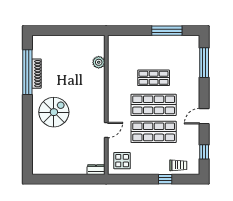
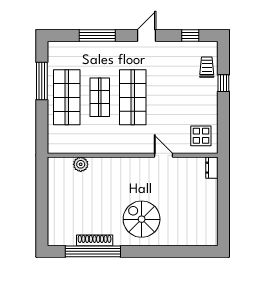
window: (204, 63) -> (97, 36), moved
door: (204, 116) -> (147, 36), swing flipped
shop shelf: (154, 132) -> (67, 97), moved

